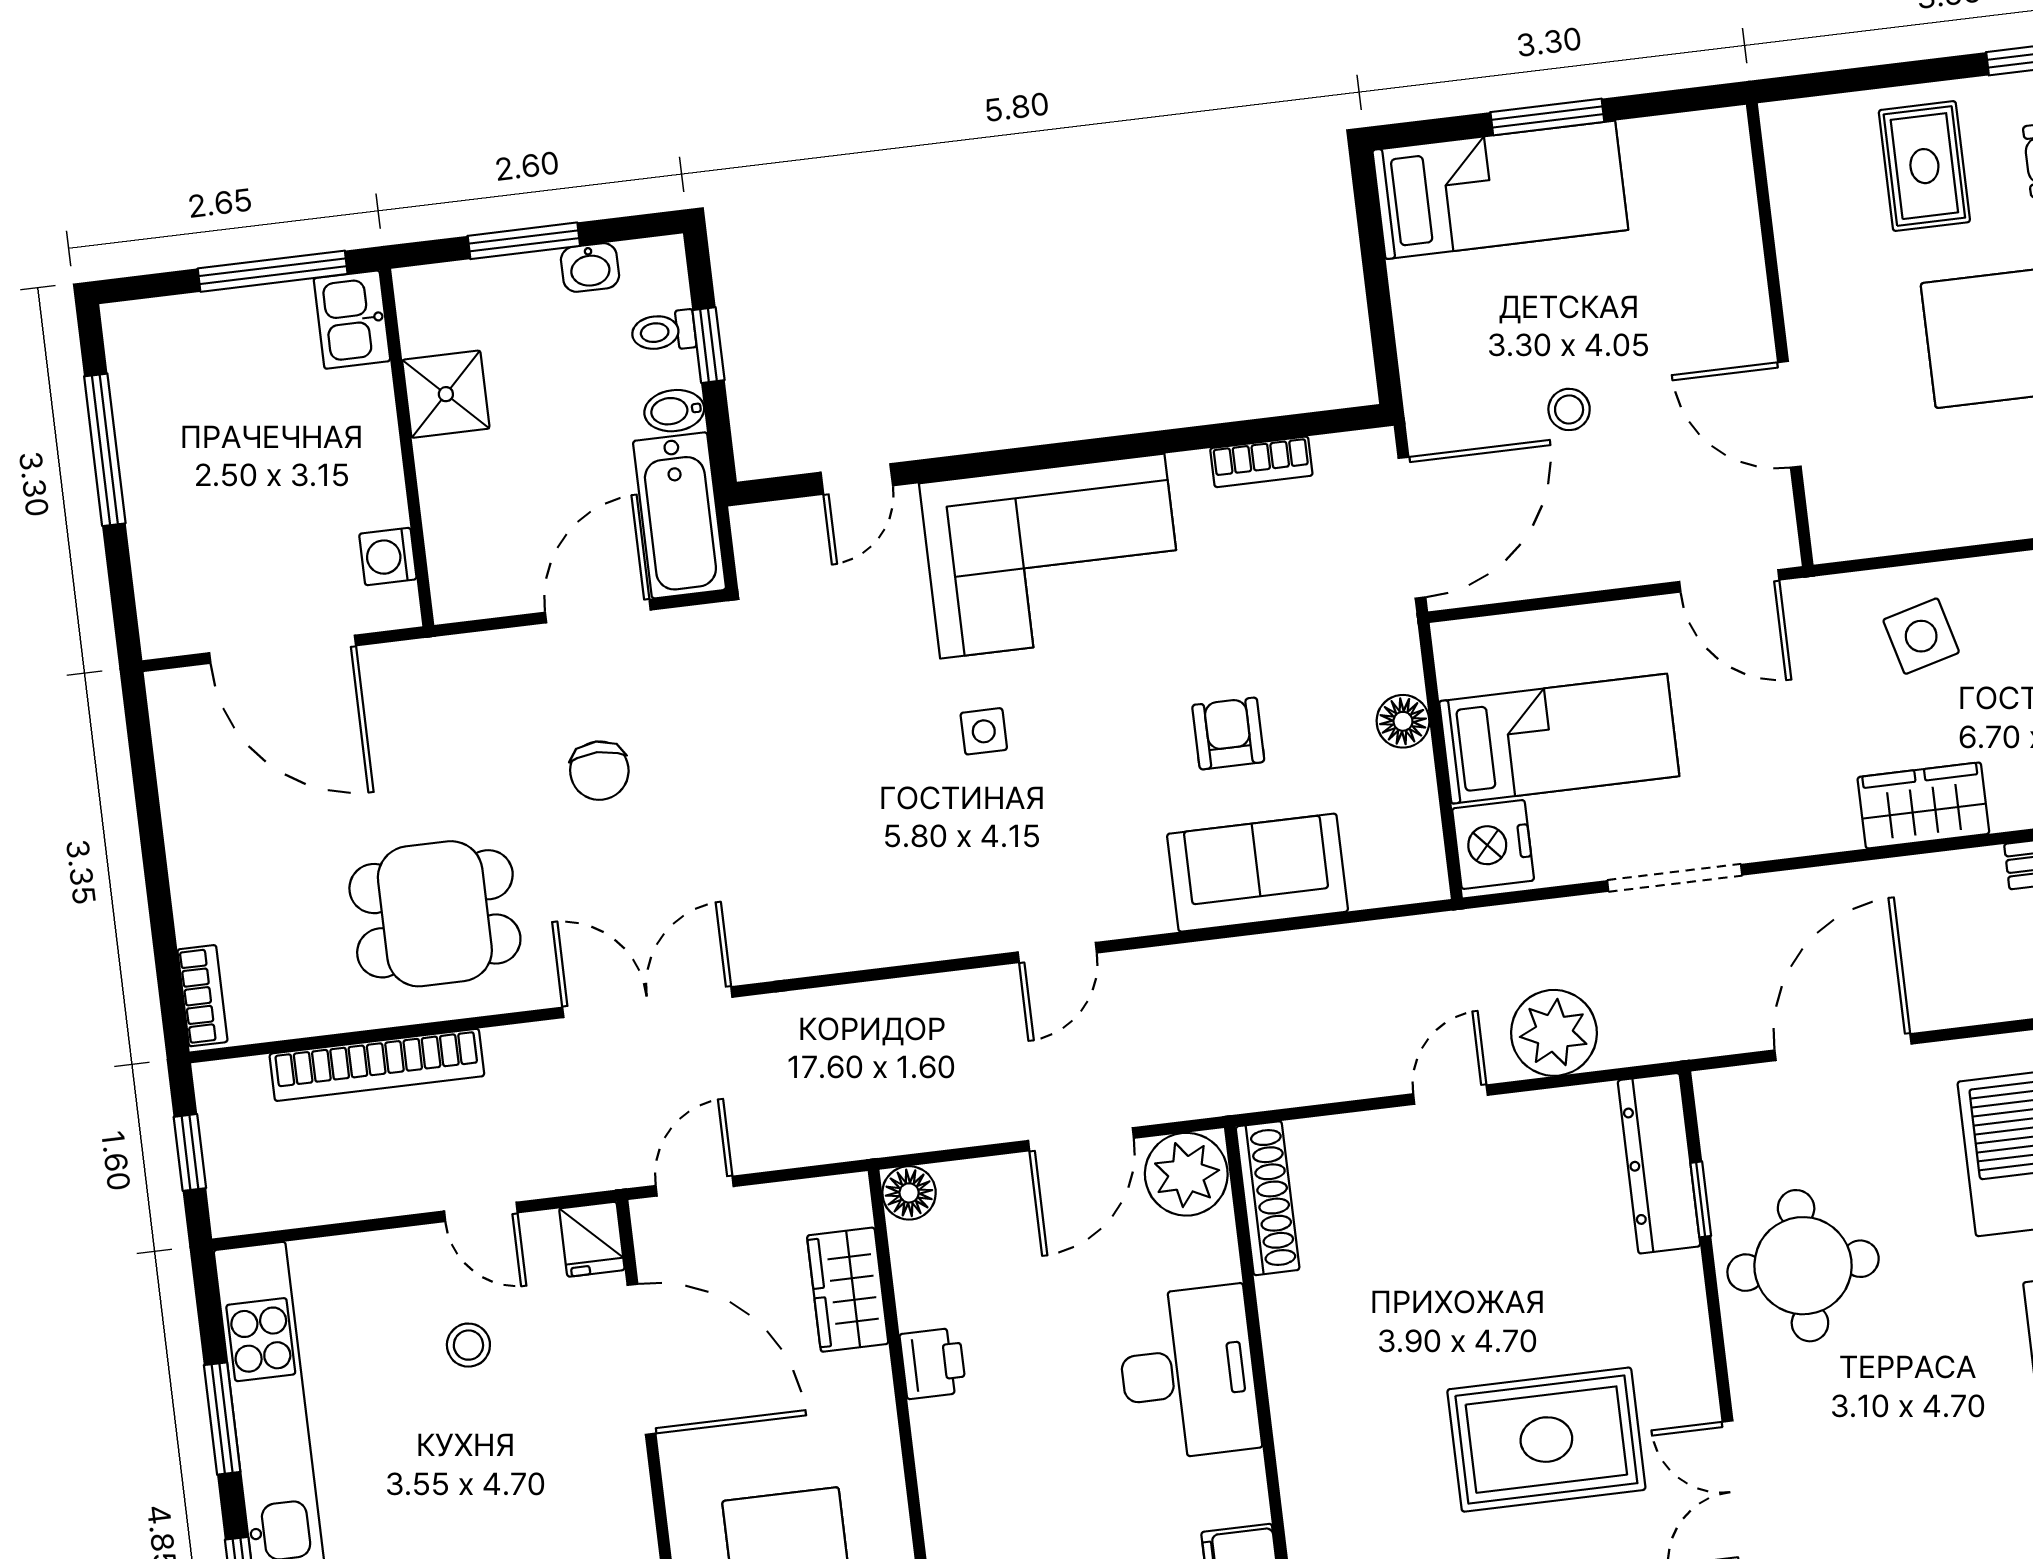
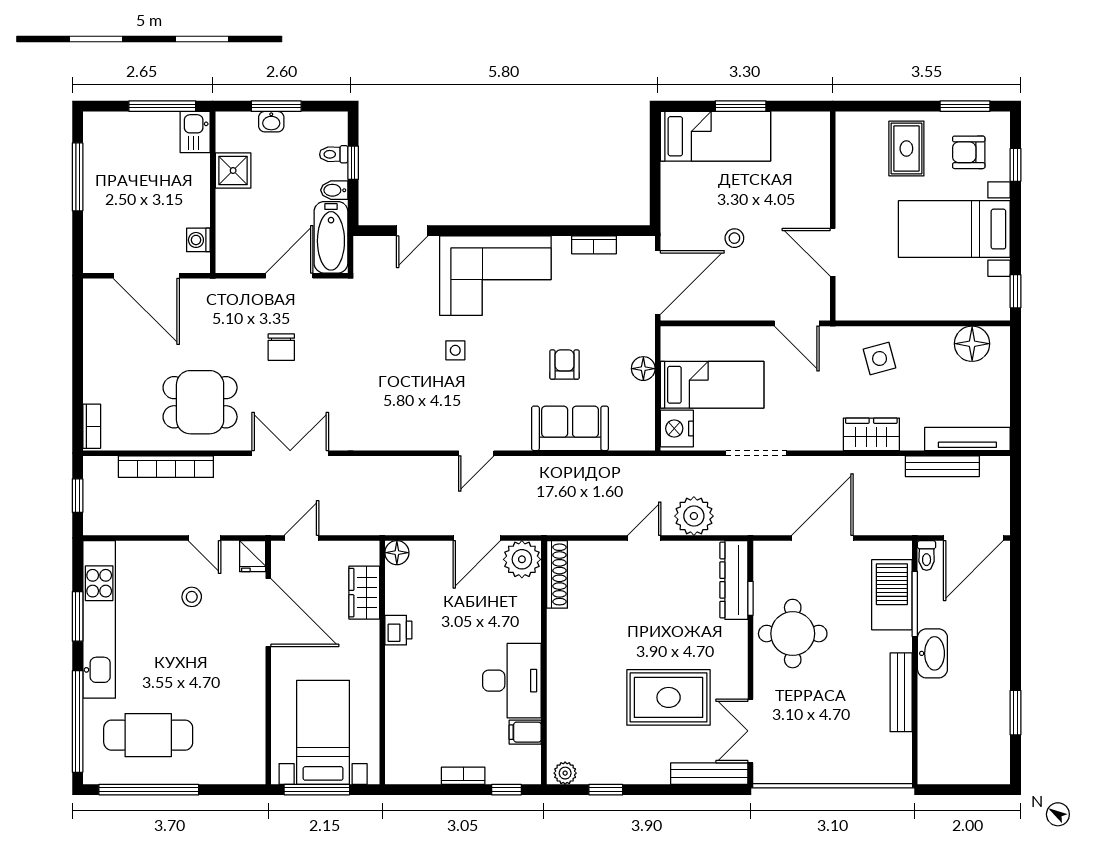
washbasin: (590, 267) -> (271, 122), moved
desk: (1188, 1373) -> (512, 681), moved

